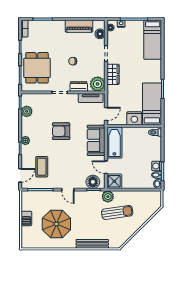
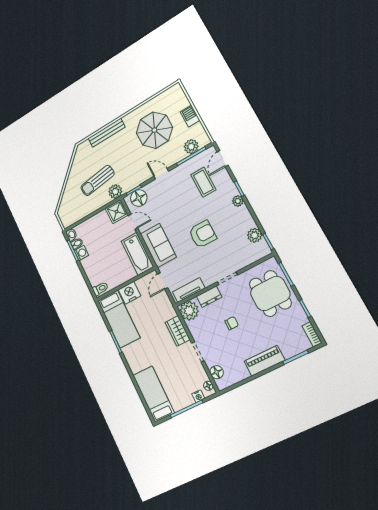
piano: (79, 26) -> (264, 361), moved
plant: (37, 197) -> (191, 147), added

